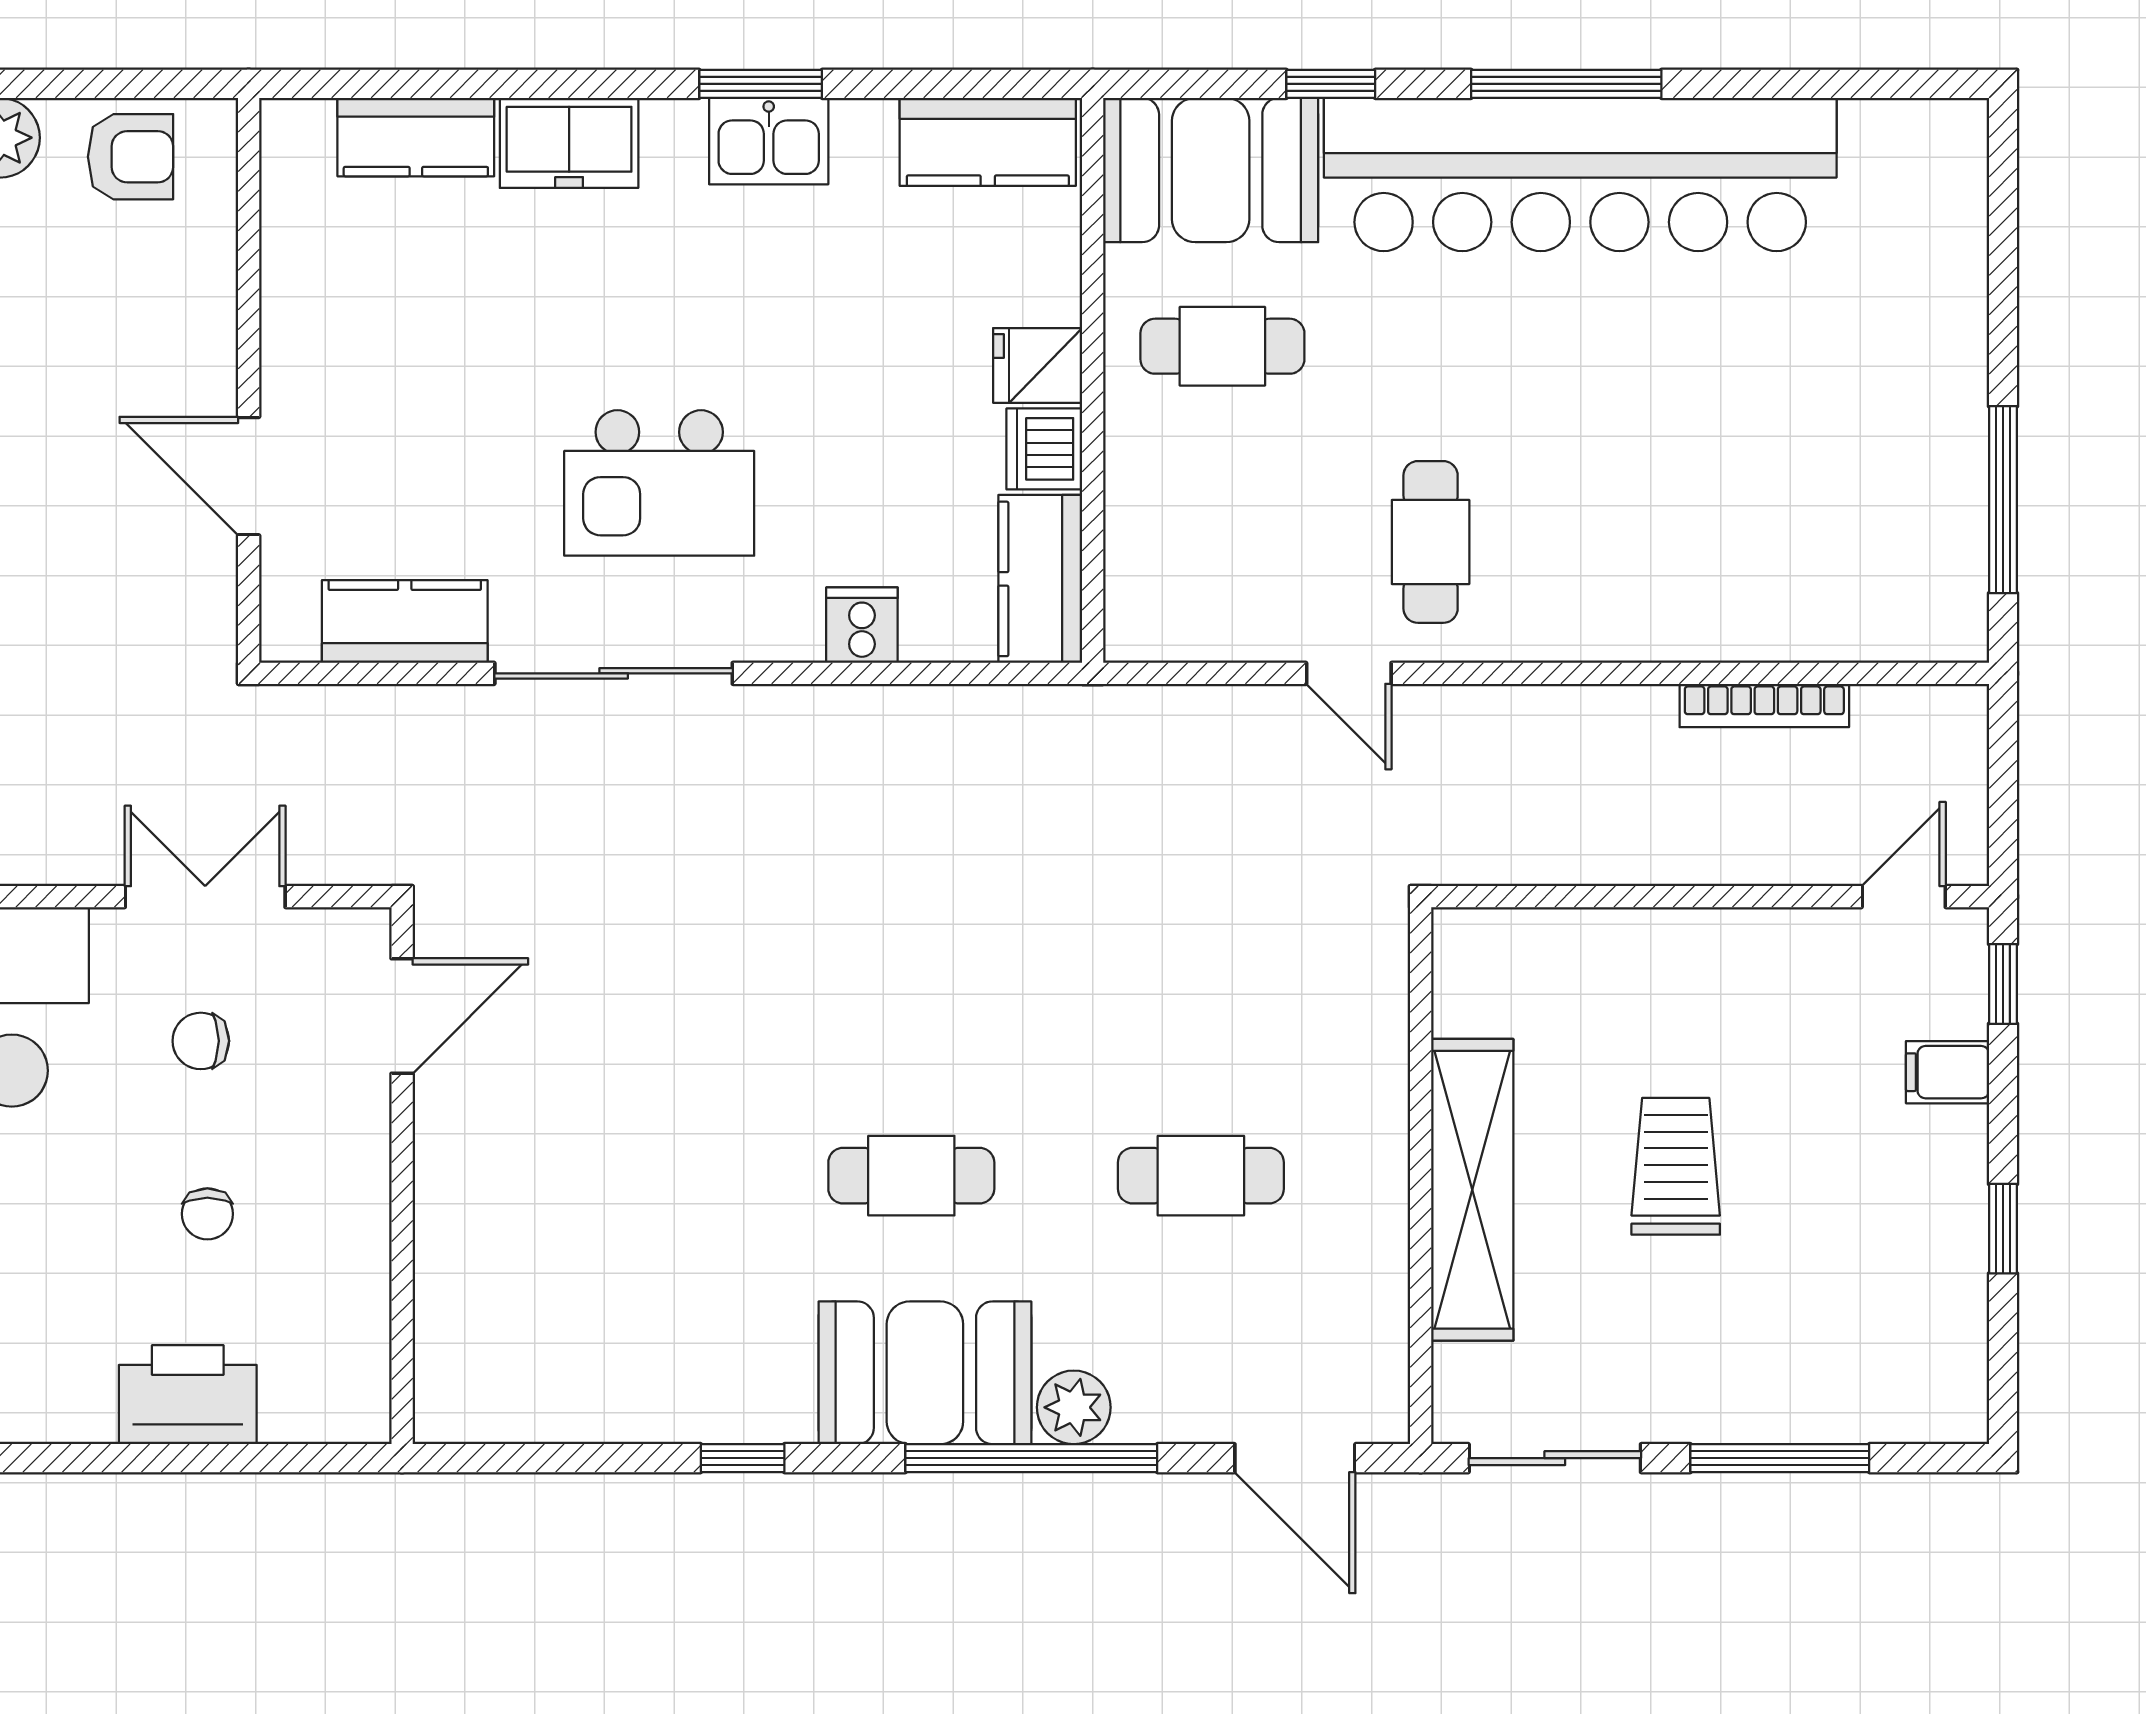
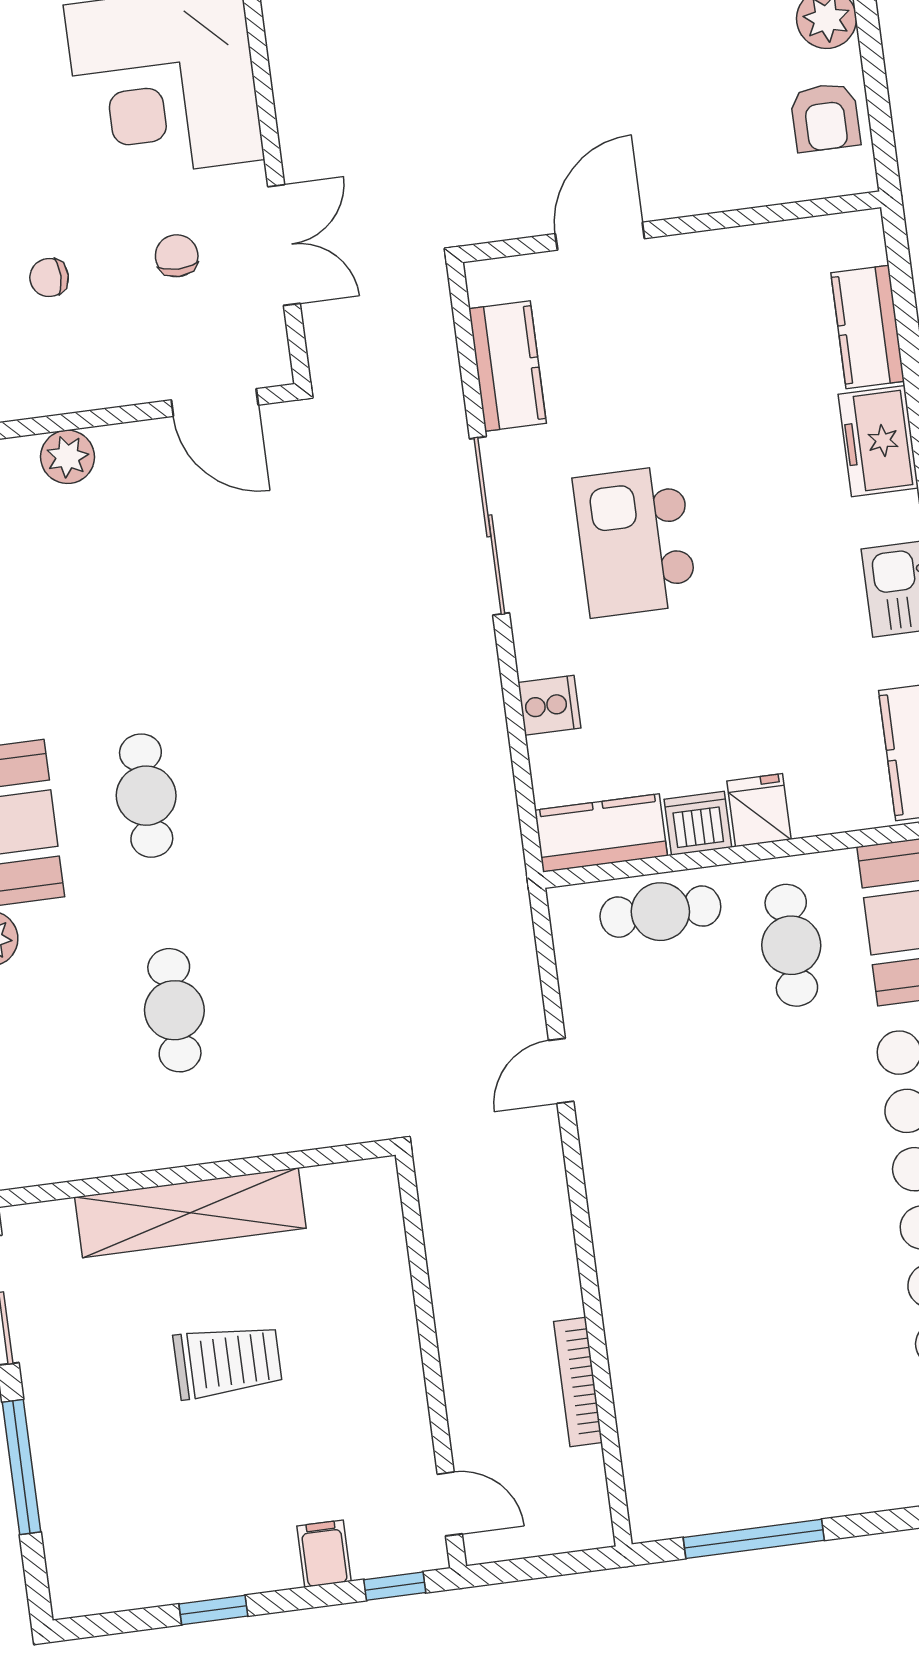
cafe table: (1431, 542) -> (660, 912), moved
plant: (448, 1221) -> (68, 457), added

